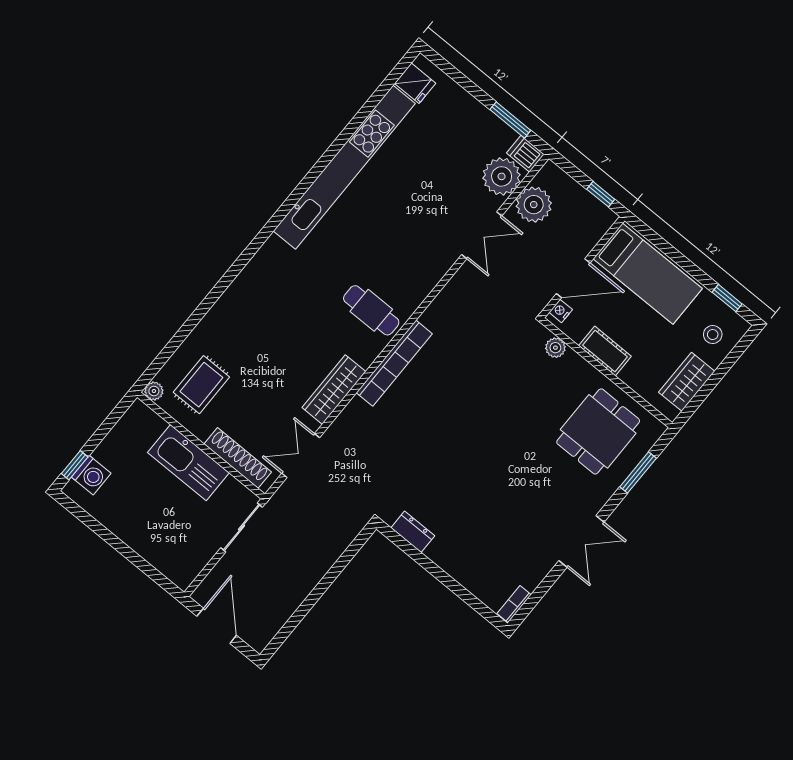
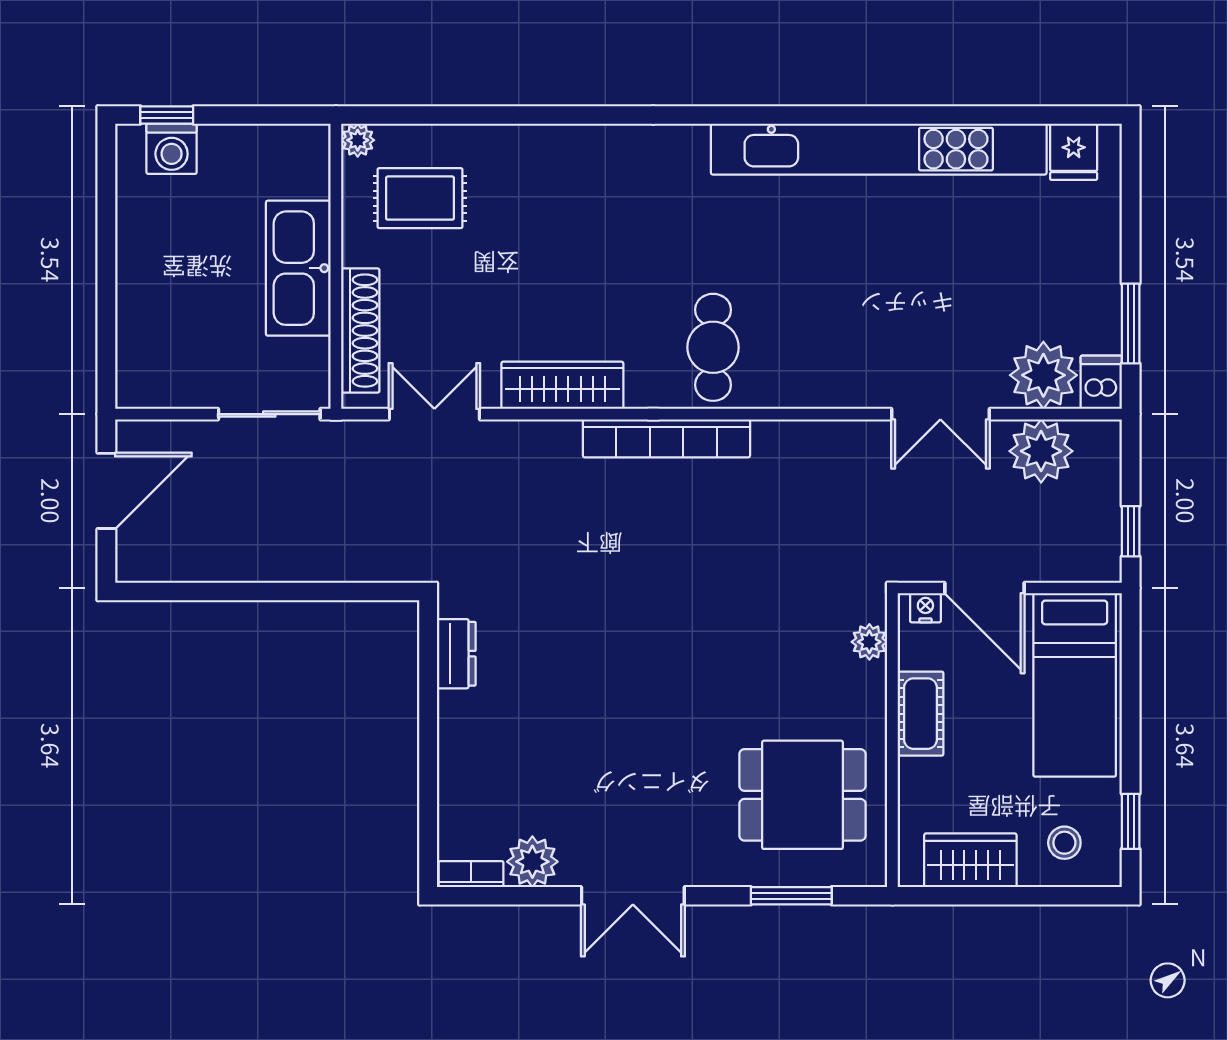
plant: (531, 573) -> (532, 862), added

